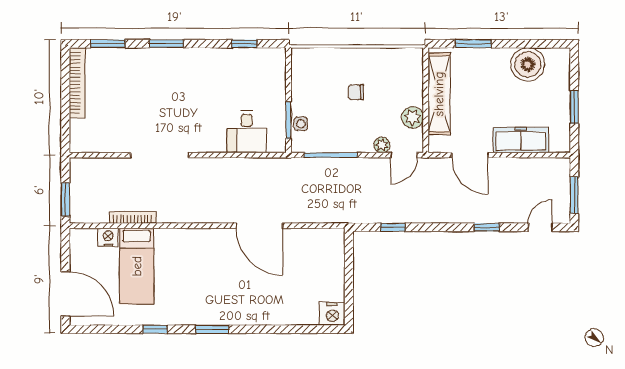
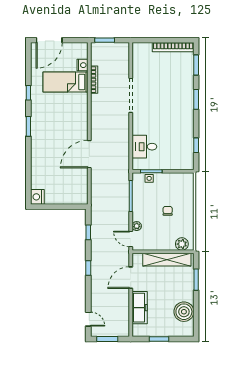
plant: (413, 117) -> (182, 244), moved
window: (487, 227) -> (88, 268), moved

